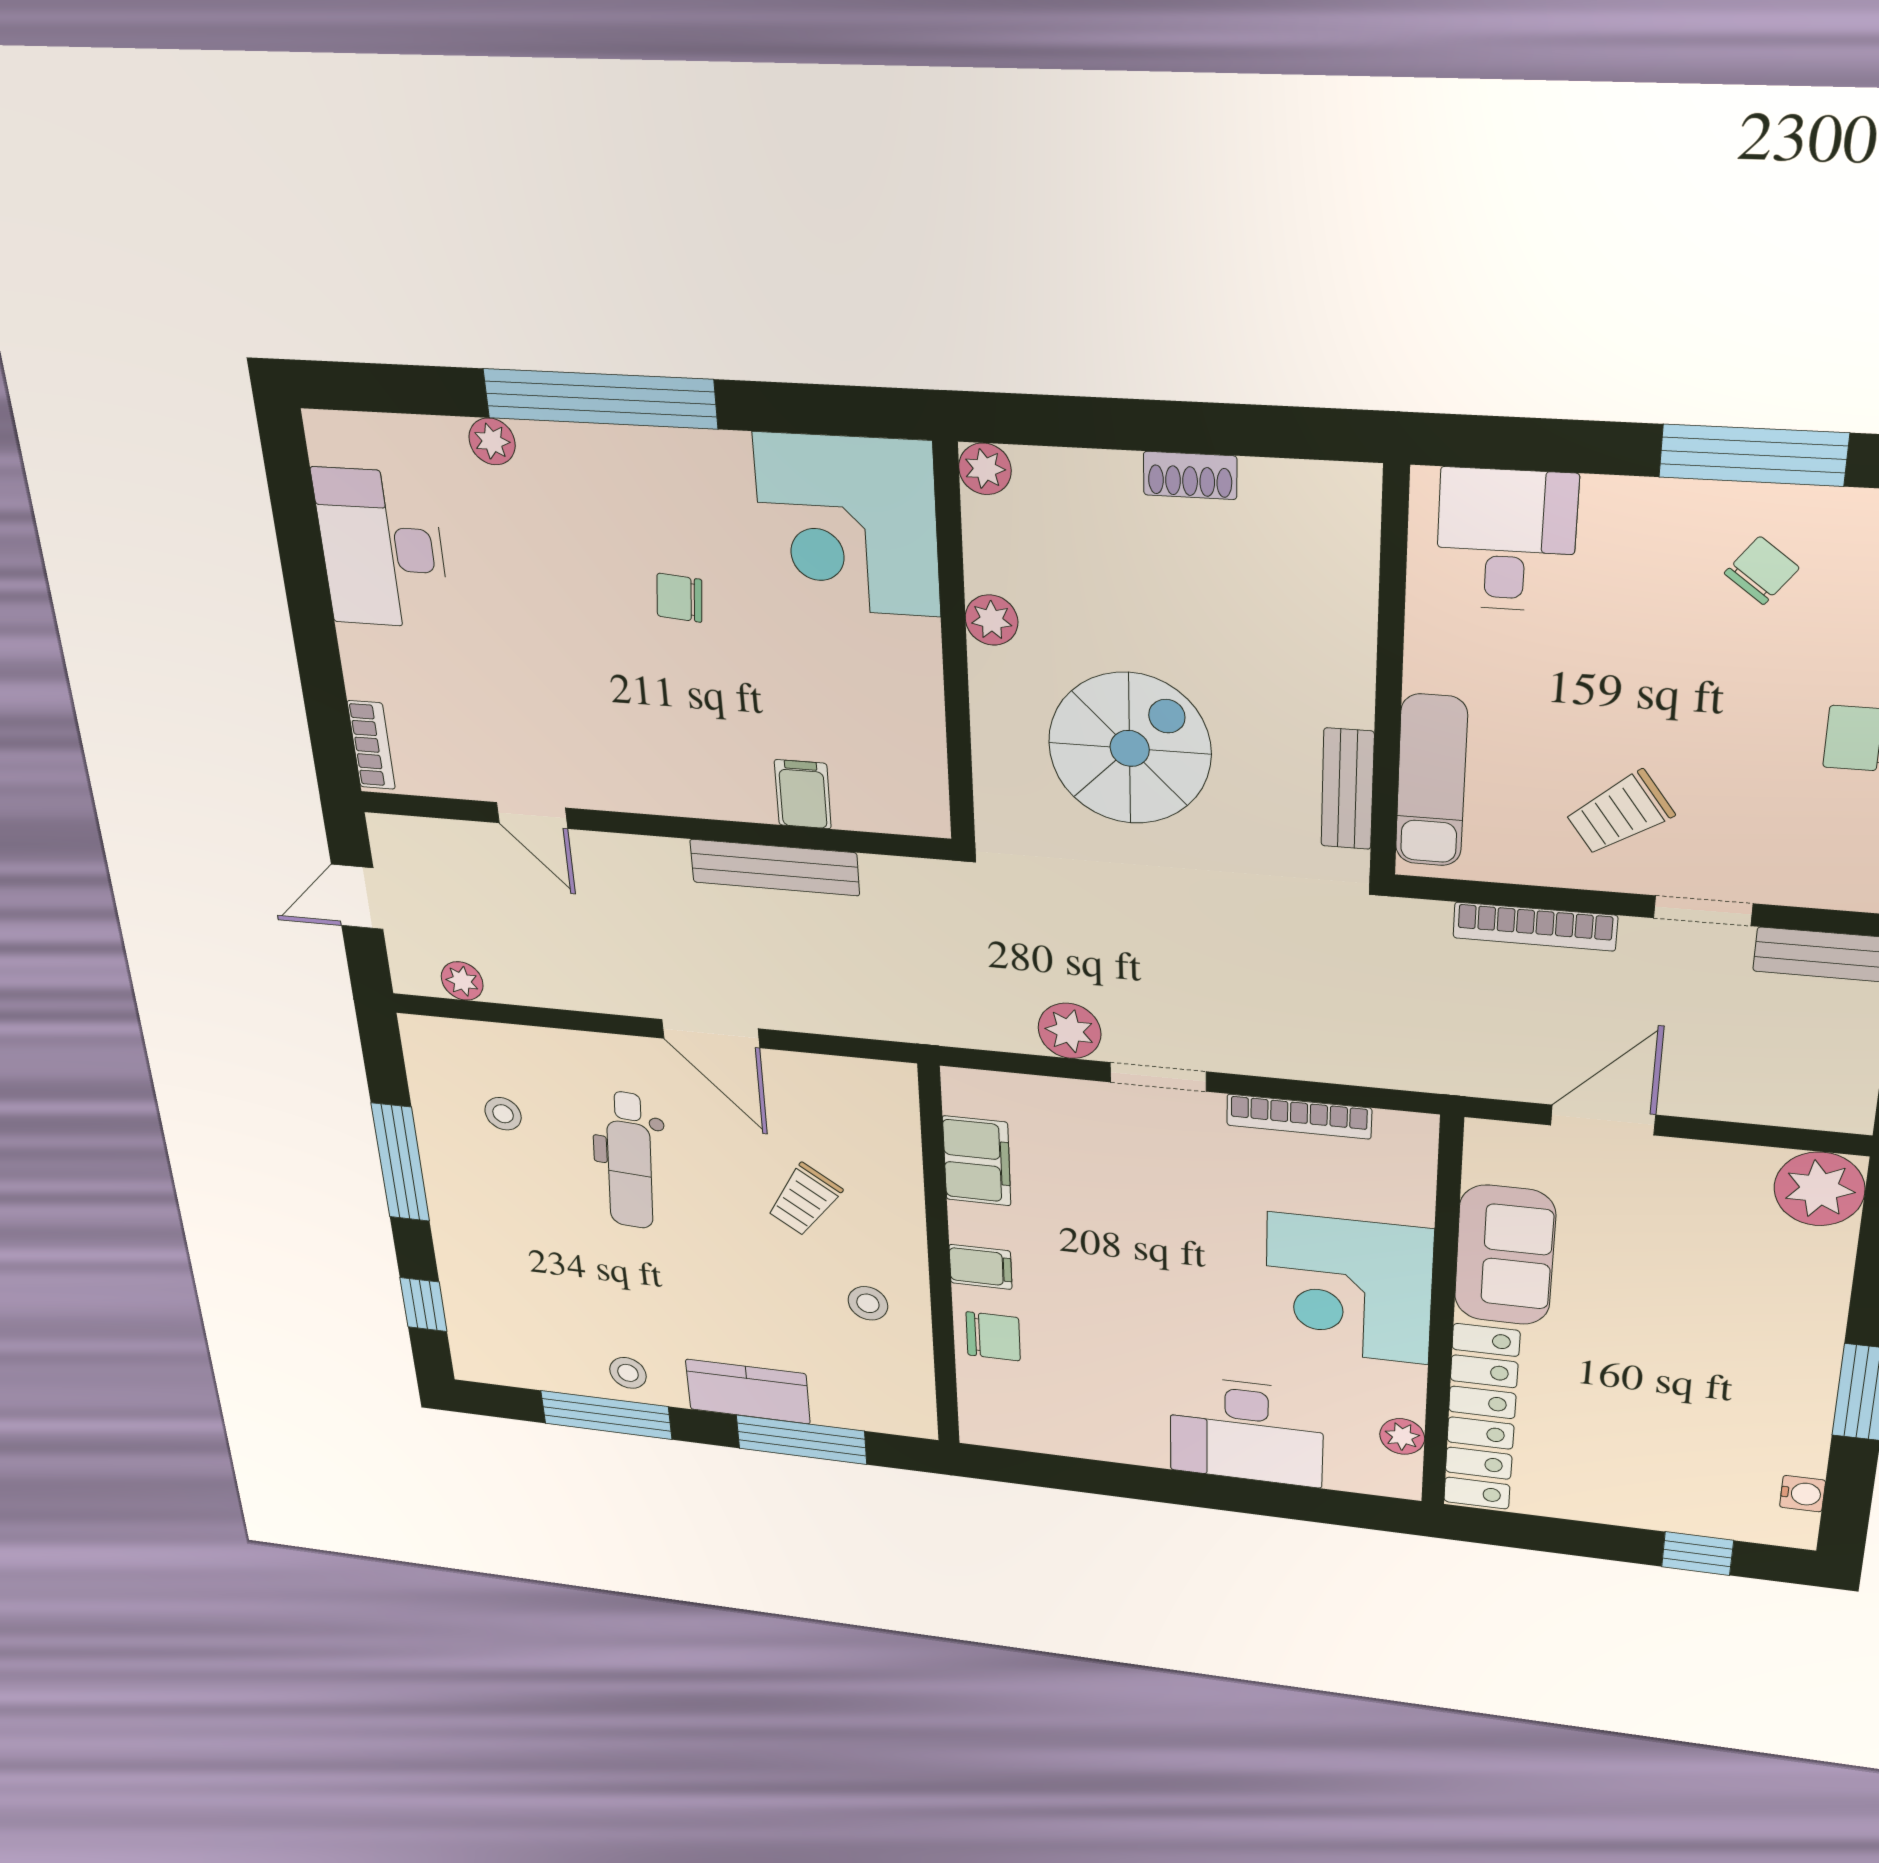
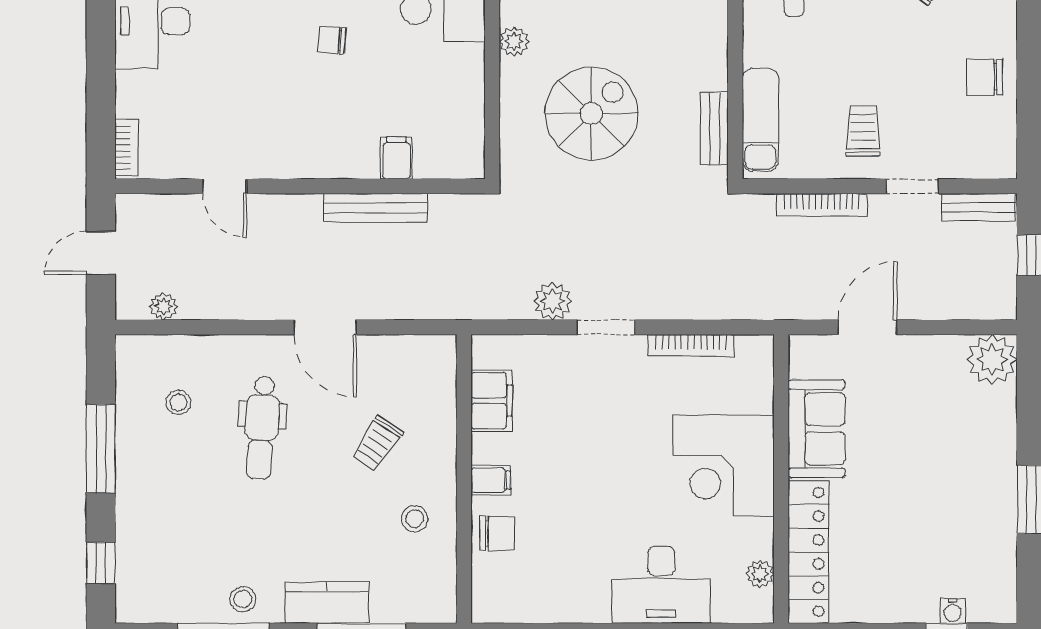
trolley: (1620, 813) -> (863, 131), turned 126
water cooler: (1803, 1494) -> (953, 611), moved, turned 90

